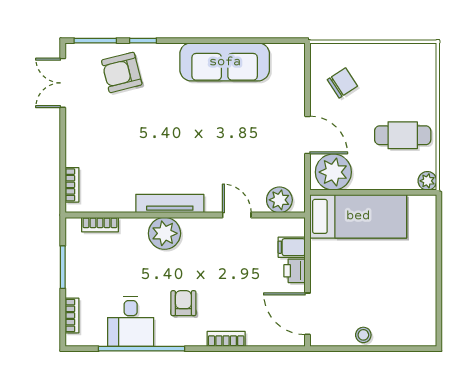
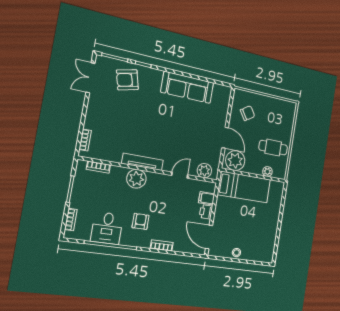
plant: (427, 181) -> (267, 172), moved
door: (237, 215) -> (180, 175), hinge flipped

